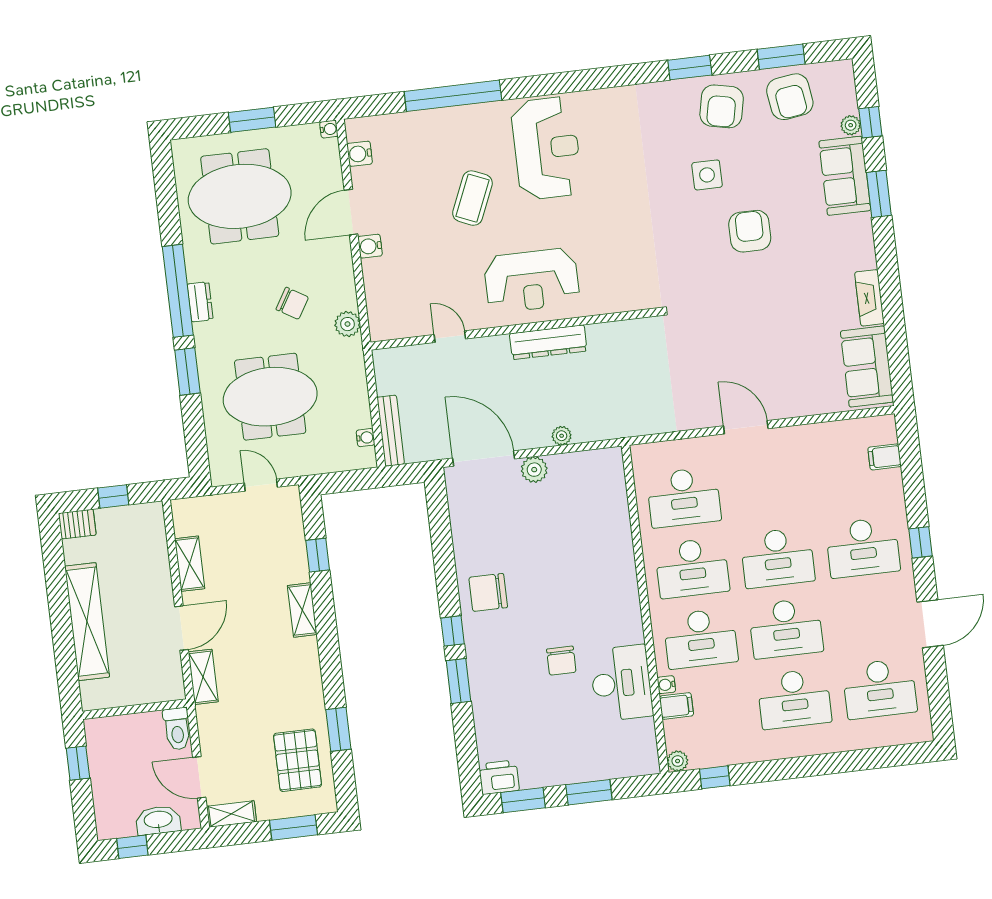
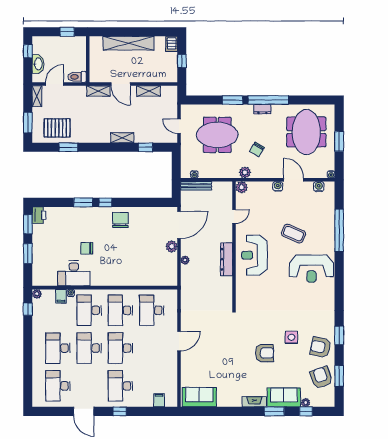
armchair: (790, 97) -> (321, 378), turned 79
fireplace: (869, 298) -> (254, 402), moved
plant: (382, 328) -> (242, 187), added
meeting table: (270, 397) -> (217, 135), turned 90
door: (261, 485) -> (179, 126), swing flipped

